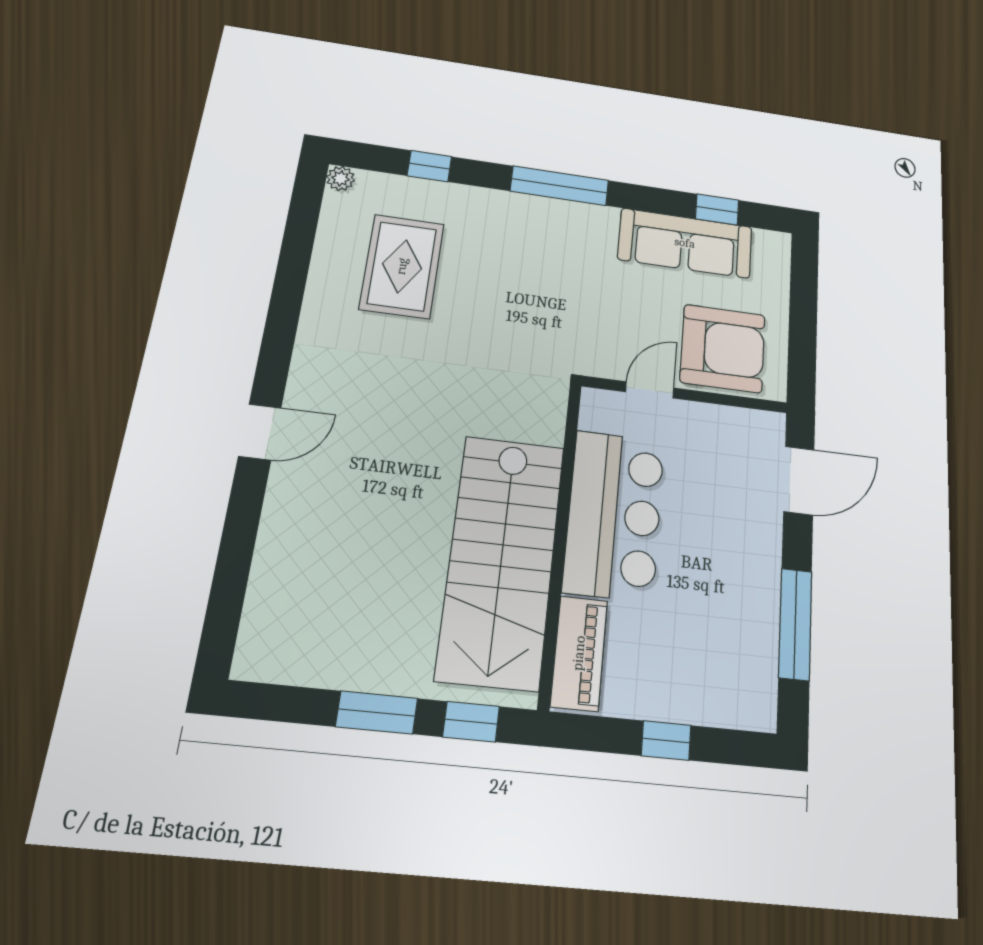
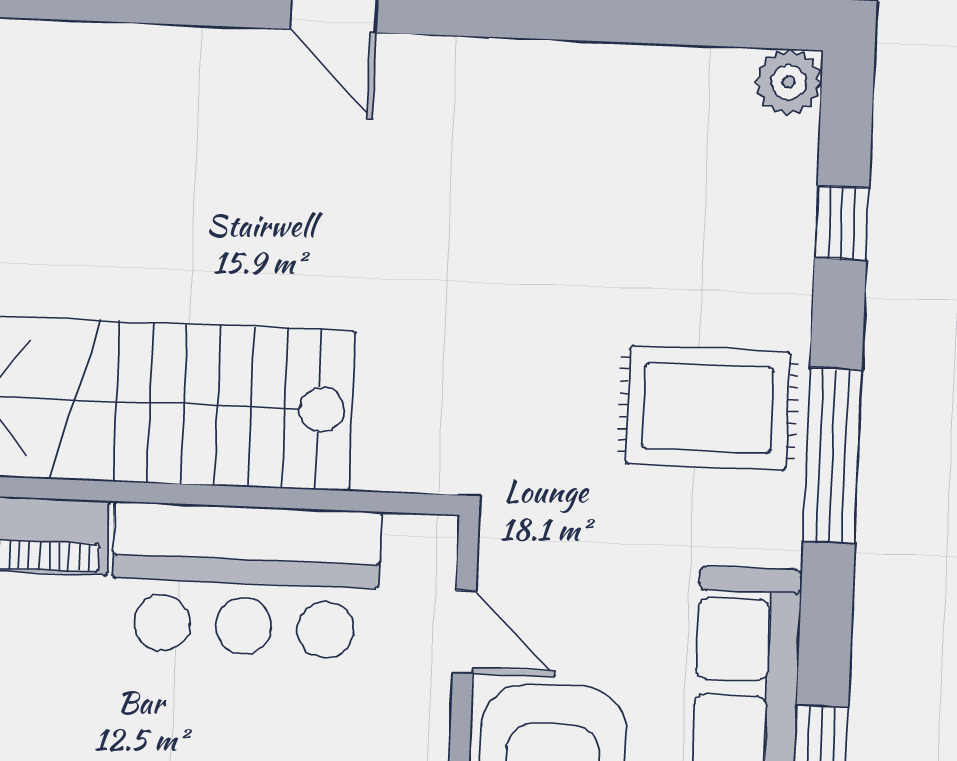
plant: (341, 178) -> (789, 82), width x1.38, depth x1.38
rug: (402, 266) -> (708, 408), moved

